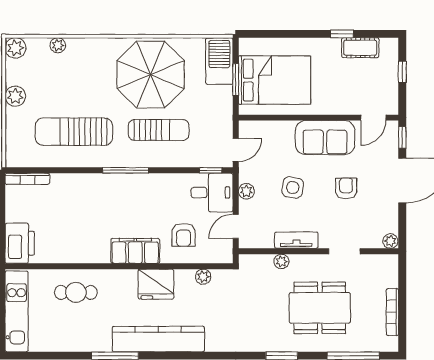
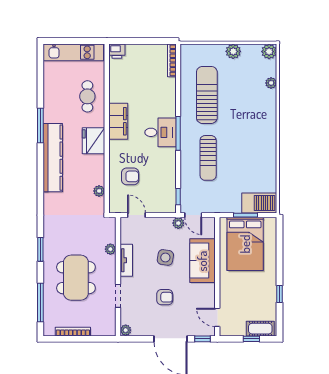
cot: (360, 48) -> (260, 329), moved, turned 90
parasol: (151, 75) -> (249, 152), removed
sofa: (325, 138) -> (202, 261), moved
plant: (246, 191) -> (178, 223), moved
desk: (212, 193) -> (160, 132), moved, turned -90
armchair: (184, 235) -> (130, 176), turned 180
printer: (20, 243) -> (117, 51), width x0.53, depth x0.68
filing cabinet: (135, 251) -> (118, 121), moved
fridge: (156, 284) -> (94, 141), moved

